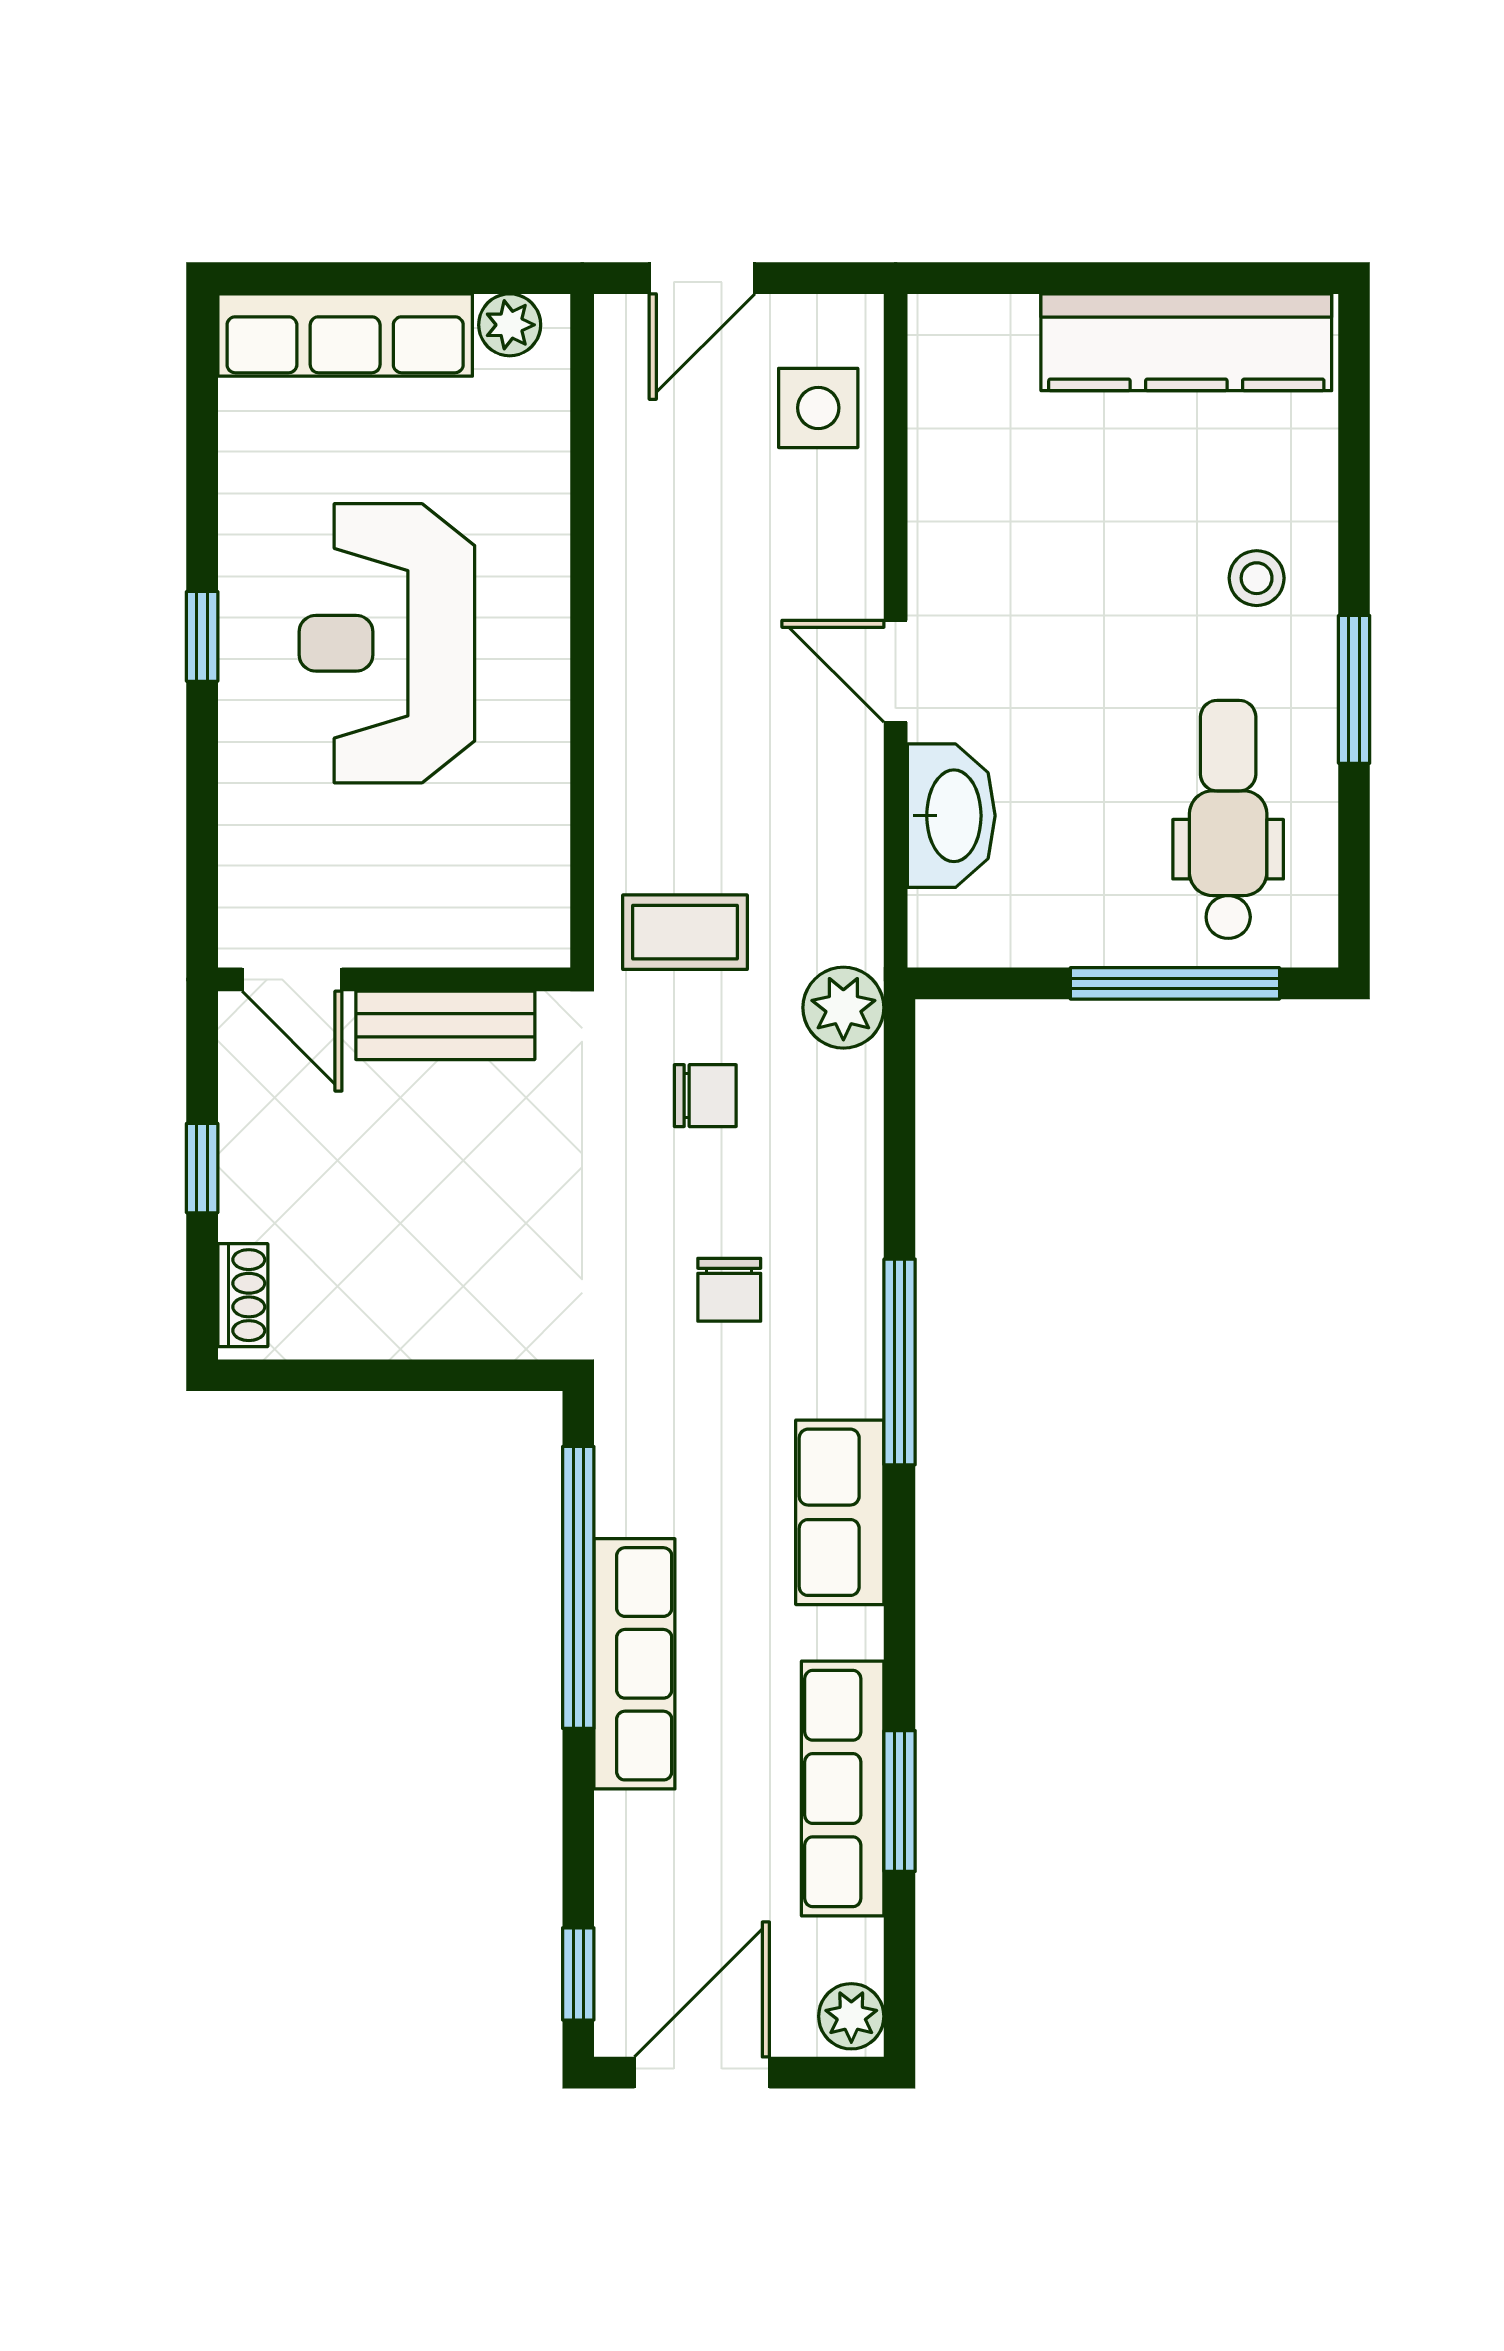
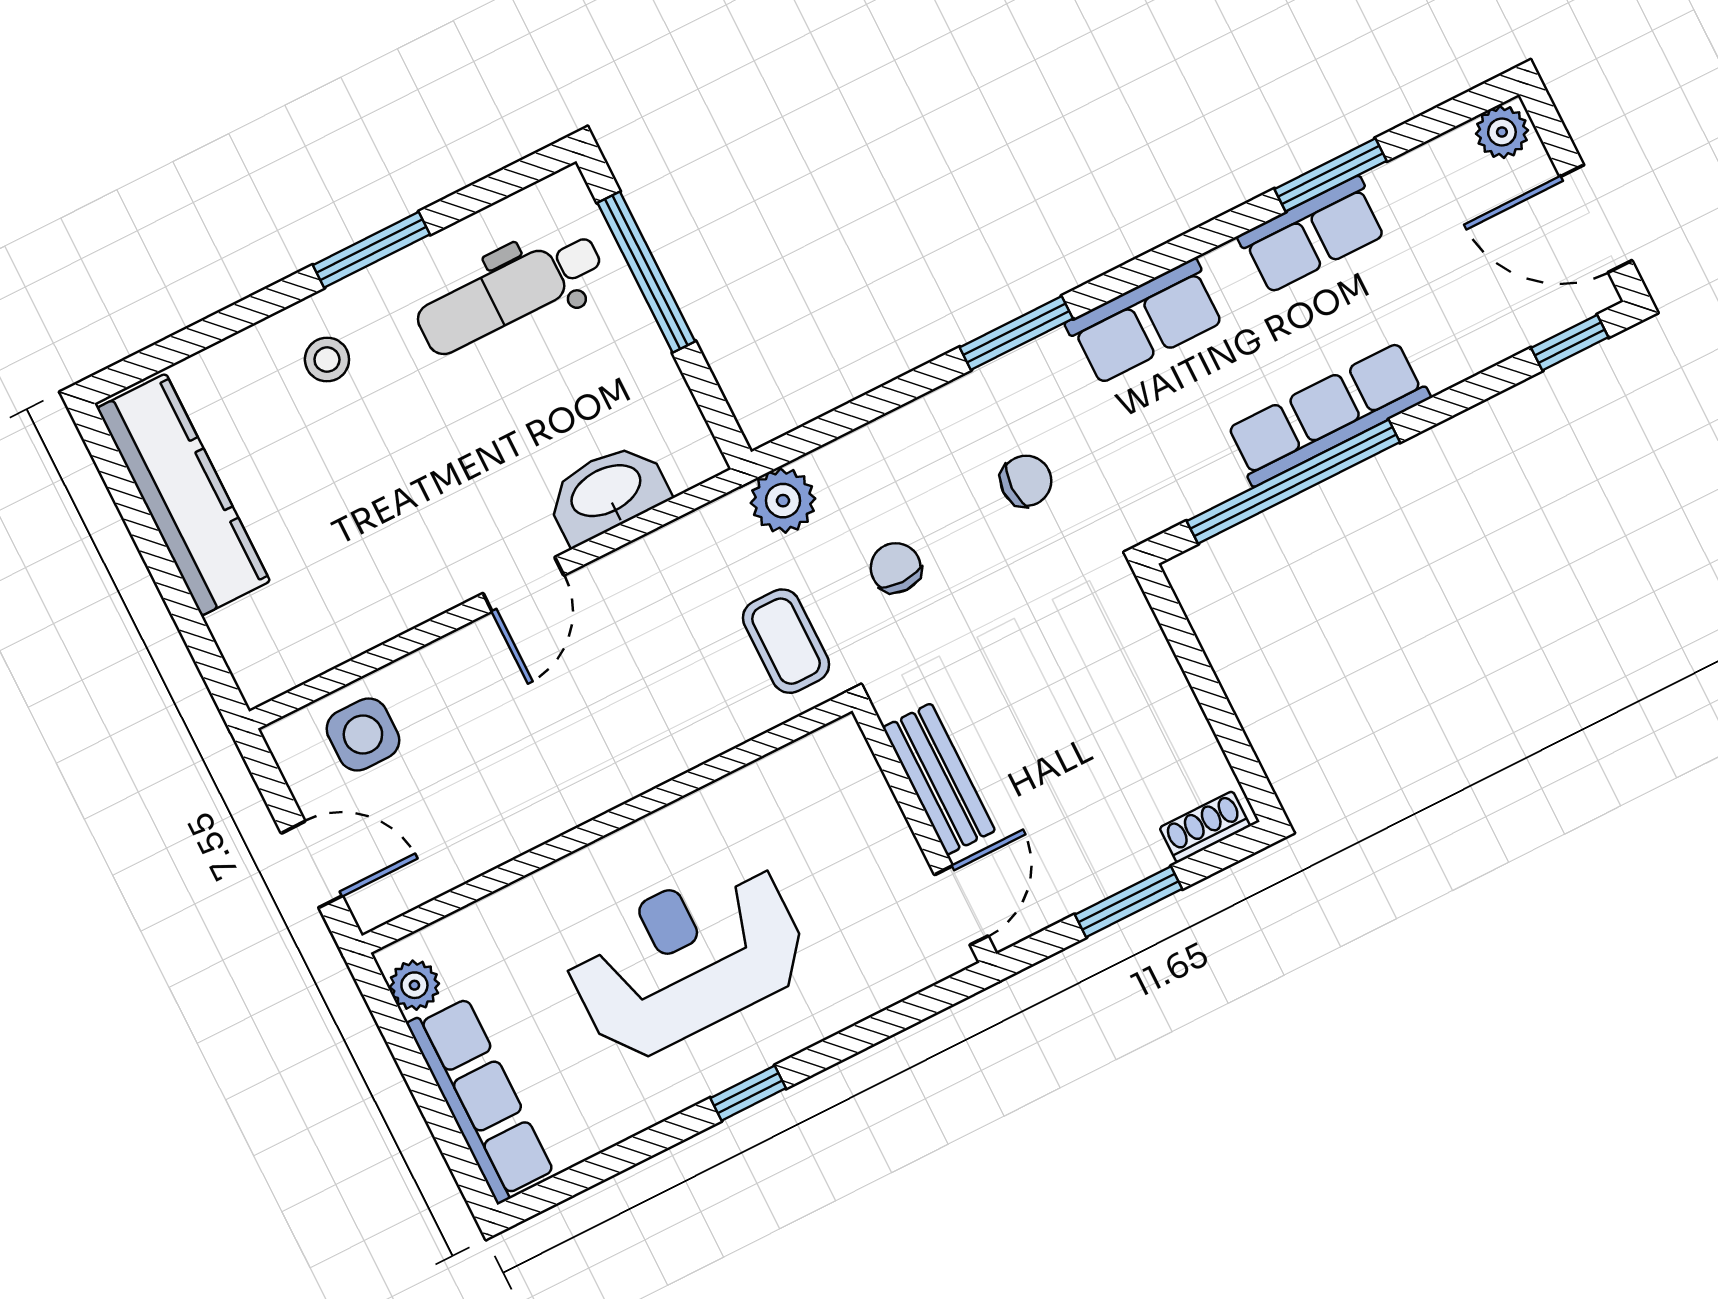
reception desk: (387, 643) -> (687, 958), turned 180
window: (202, 1168) -> (1129, 902), width x1.50
window: (900, 1362) -> (1016, 333), width x0.69
row of seats: (843, 1789) -> (1313, 235), width x0.68

